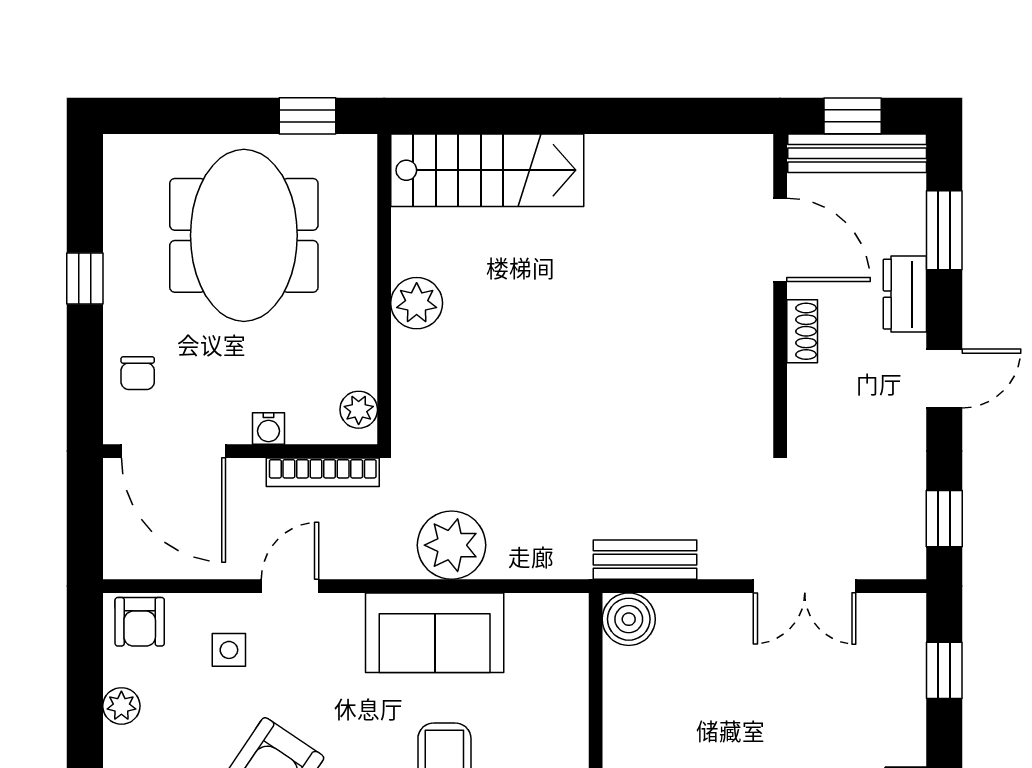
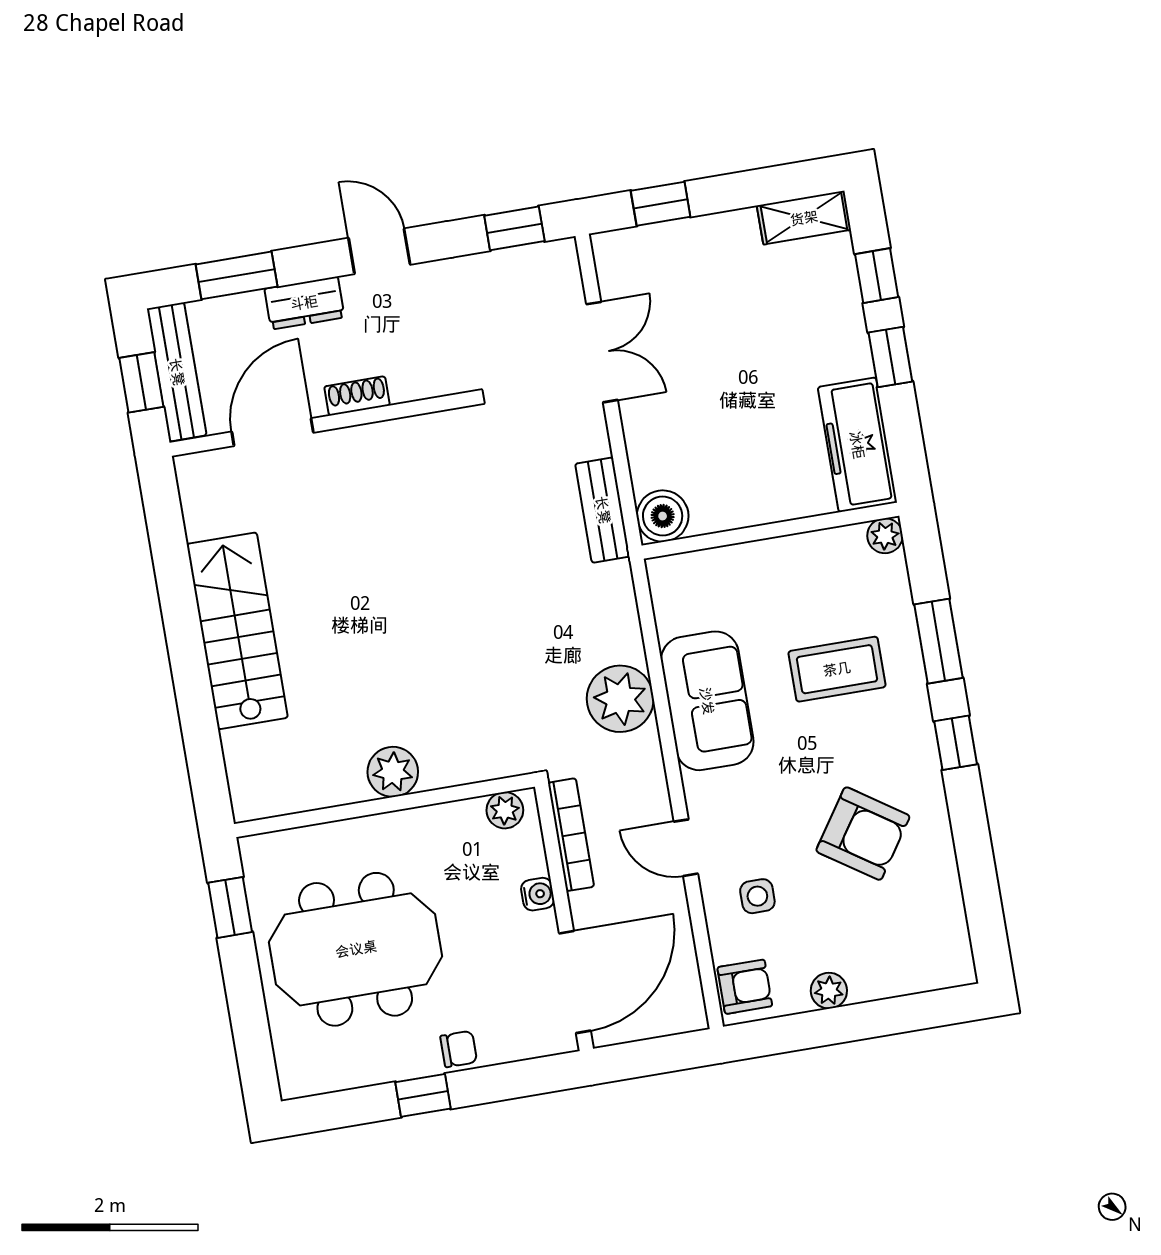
stairs: (487, 170) -> (237, 631), moved
chair: (138, 373) -> (459, 1049), moved

